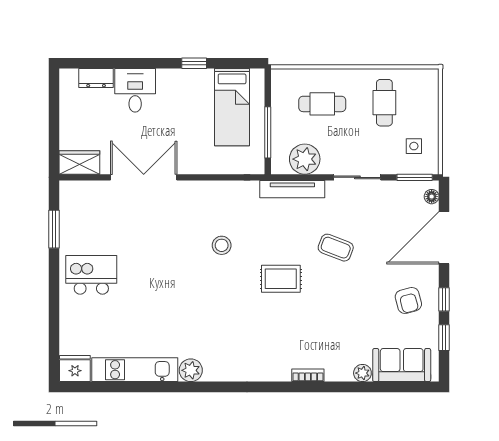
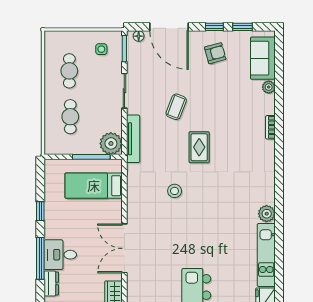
window: (130, 63) -> (40, 258), added
cafe table: (384, 103) -> (69, 71), turned 90
bed: (232, 107) -> (94, 186), moved, turned 180
plant: (305, 159) -> (111, 143), moved

